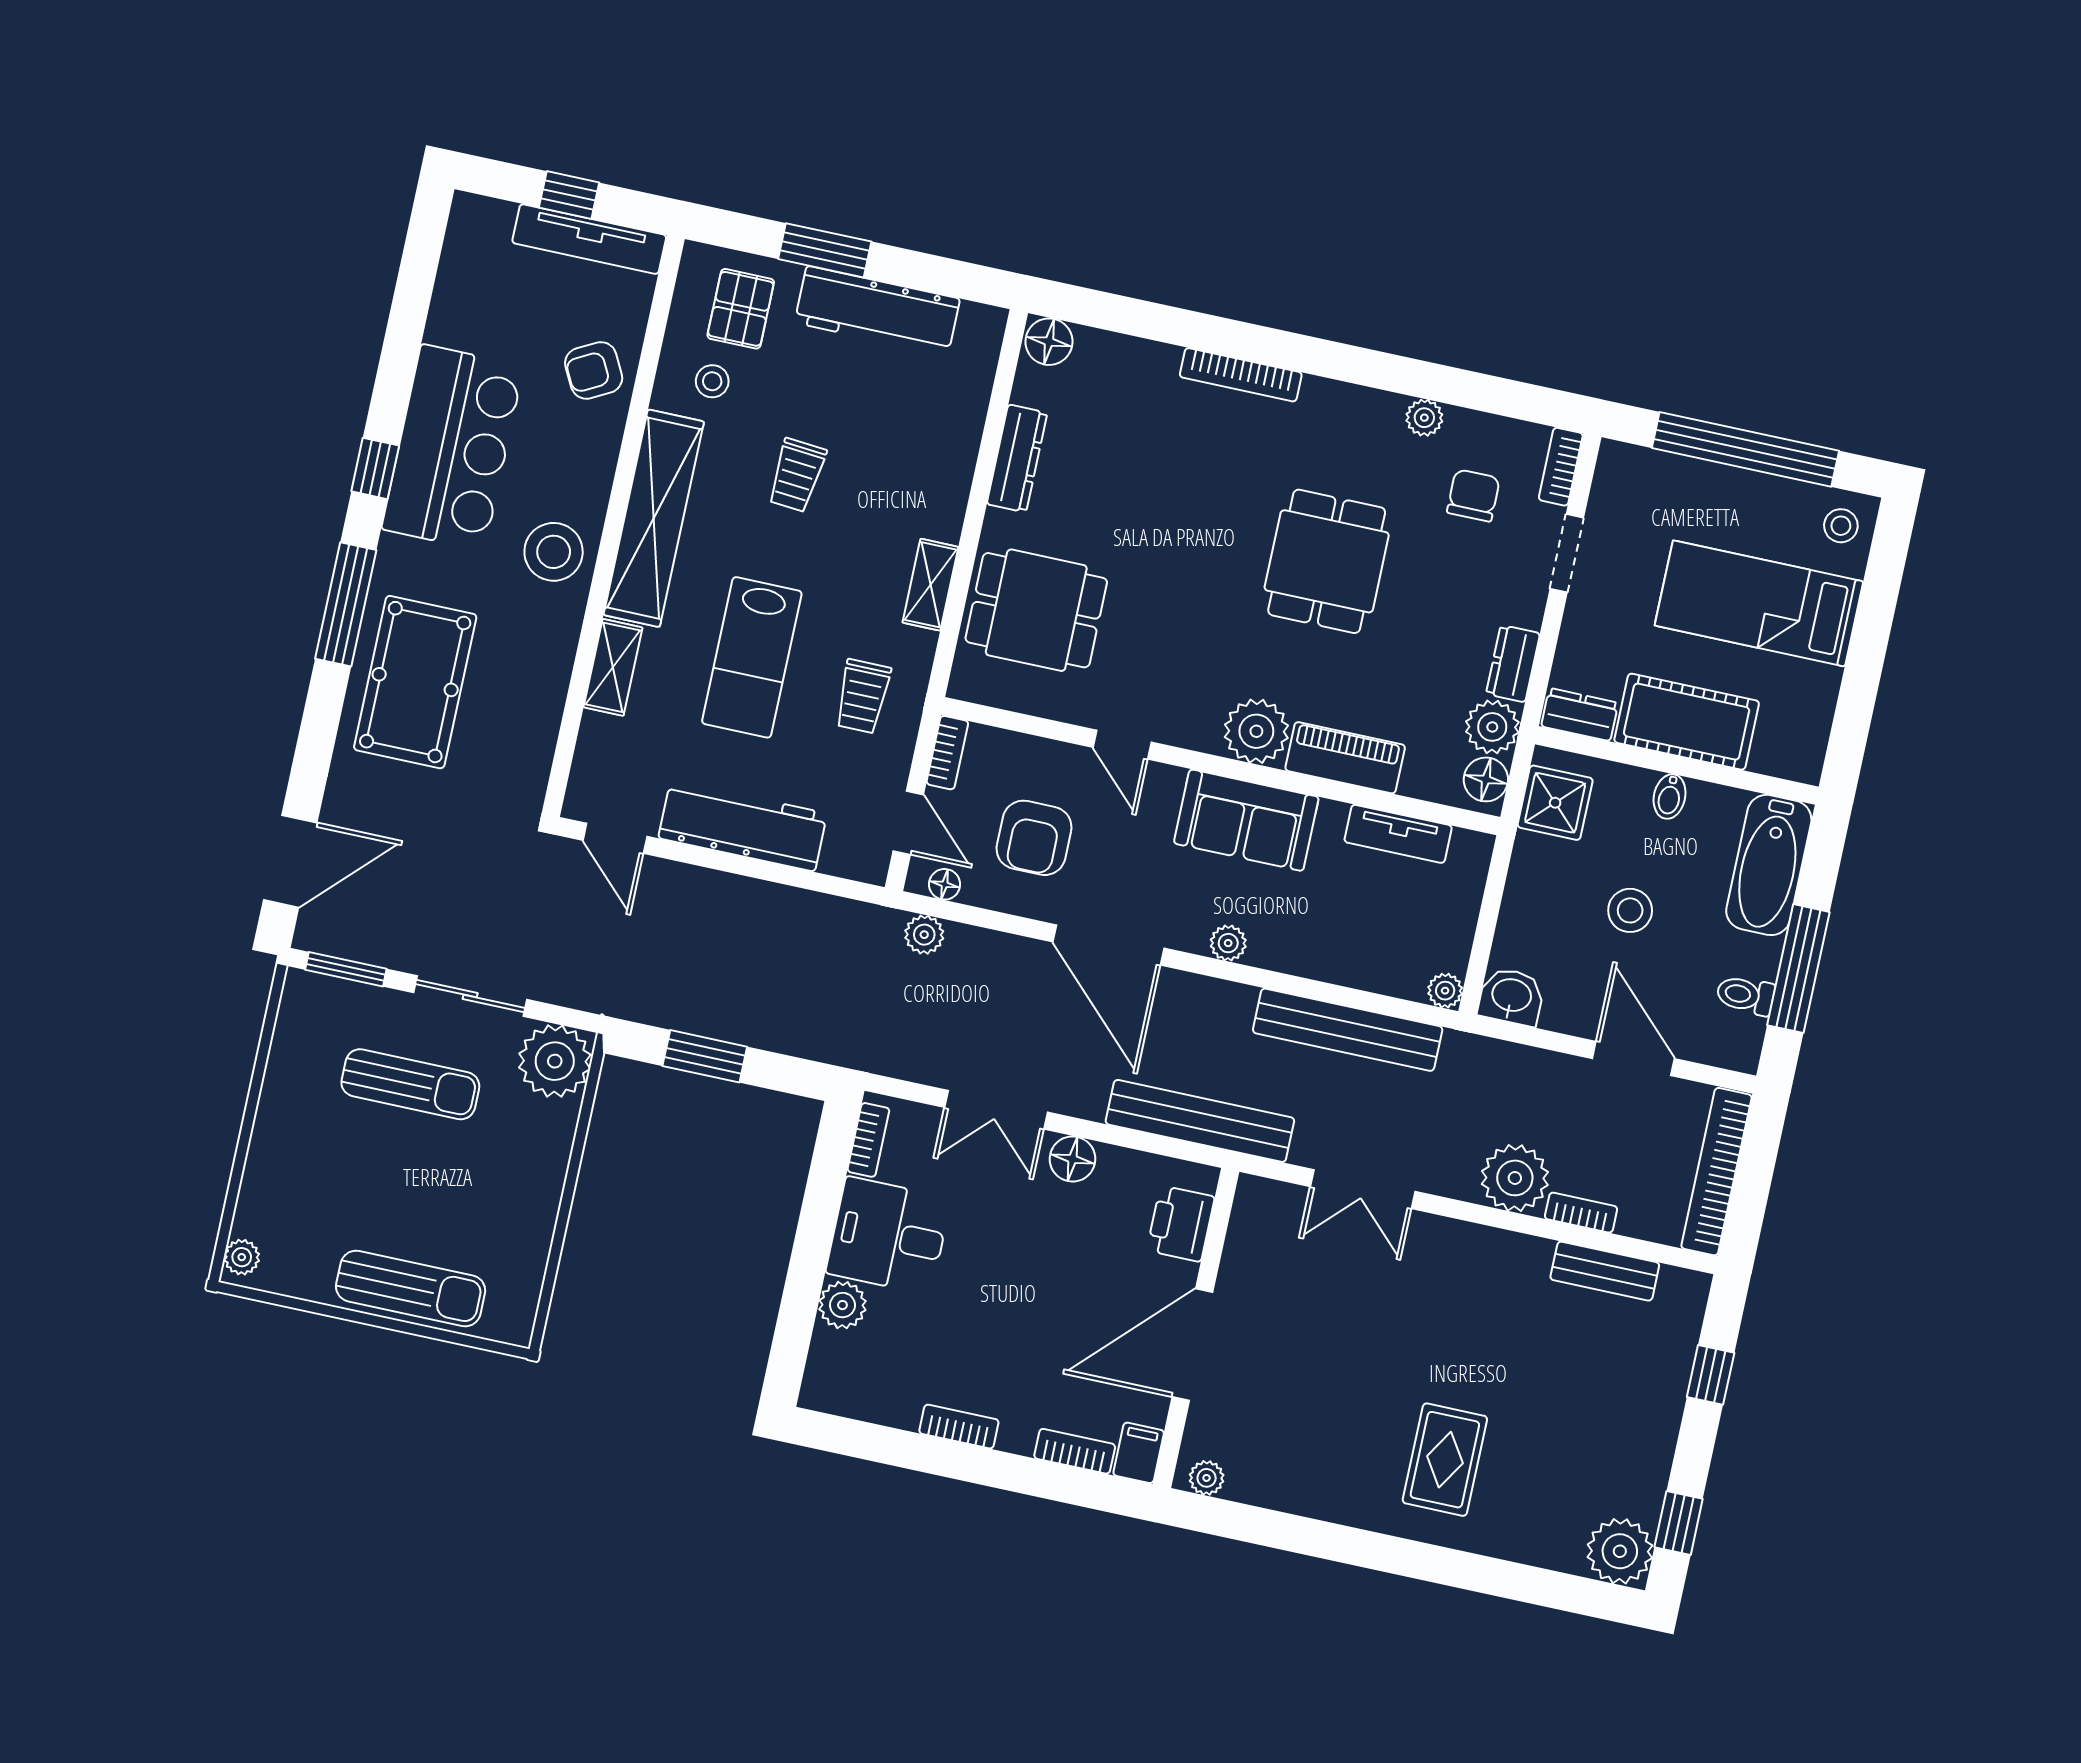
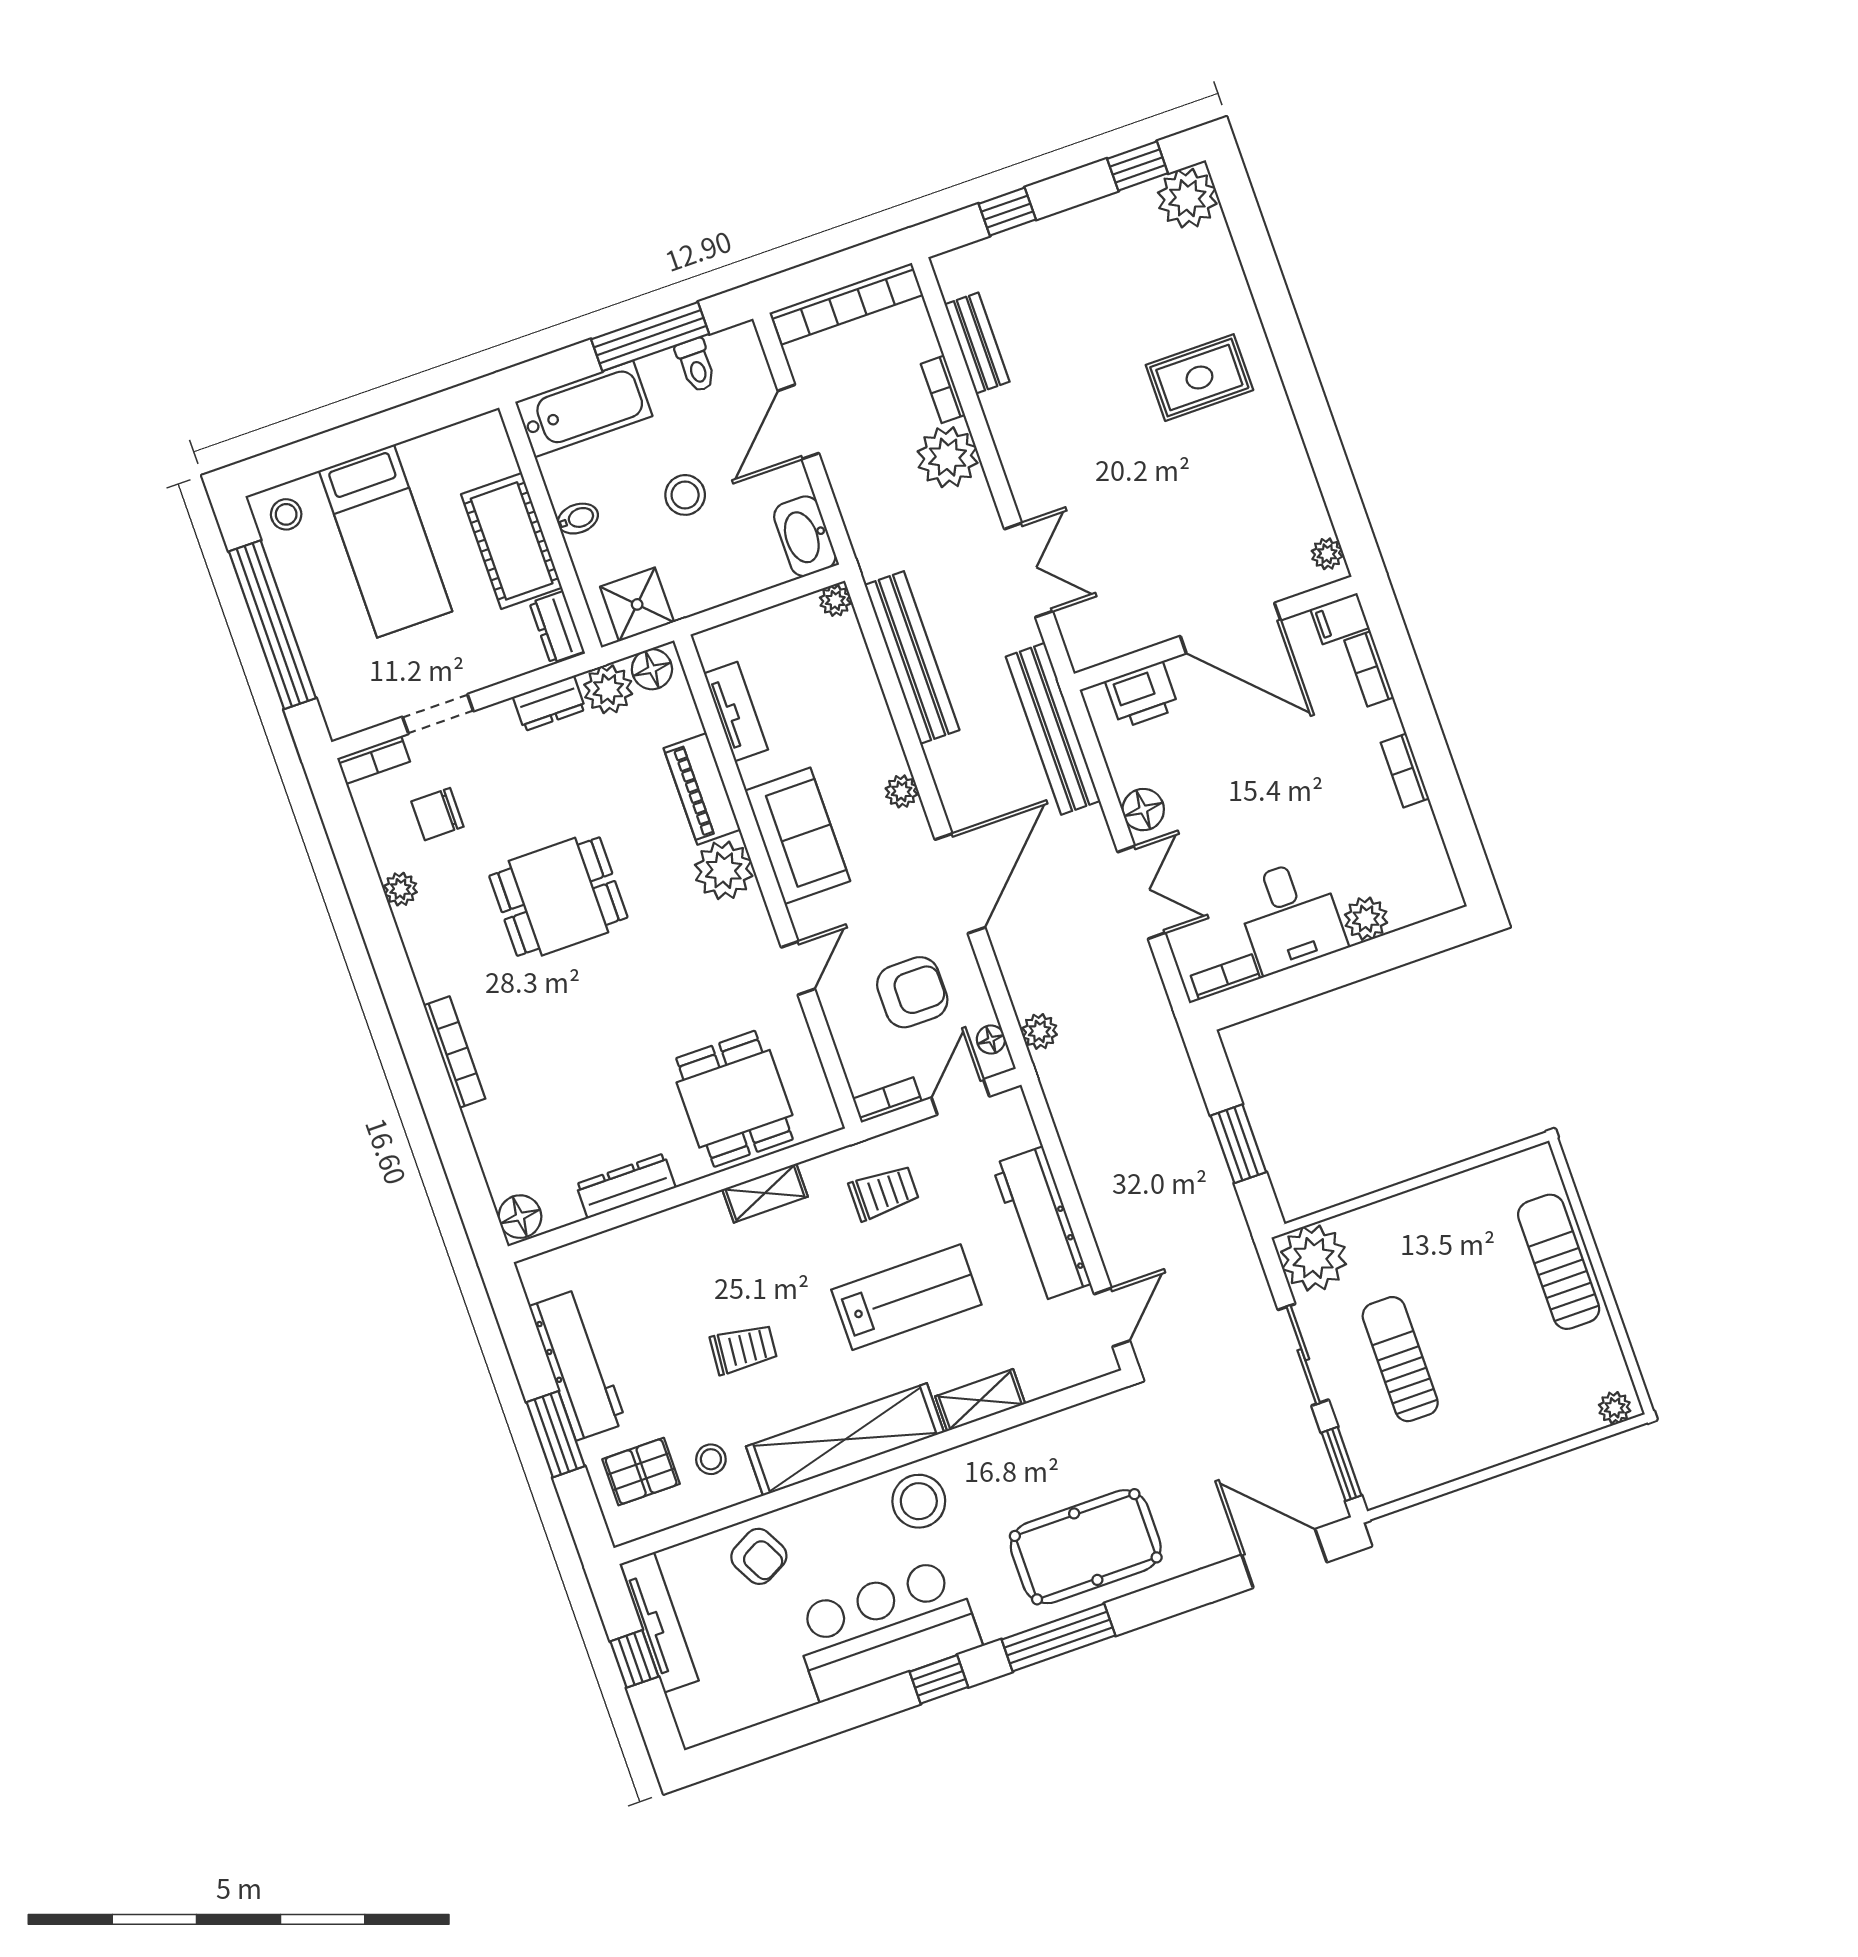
washbasin: (1511, 997) -> (805, 536), width x1.38

